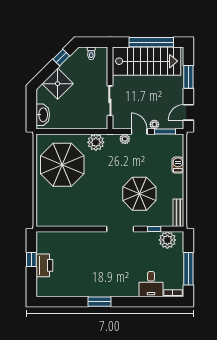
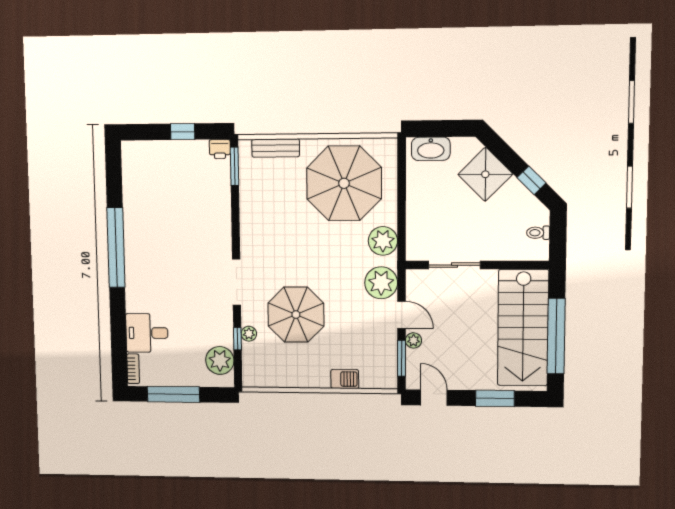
door: (139, 131) -> (402, 315), hinge flipped
plant: (125, 139) -> (381, 283), width x1.87, depth x1.87
bench: (178, 213) -> (276, 148), moved
plant: (151, 222) -> (249, 334), added
window: (52, 229) -> (235, 166), added
printer: (44, 265) -> (220, 149), moved, width x0.53, depth x0.68
window: (99, 302) -> (116, 248), width x2.11

